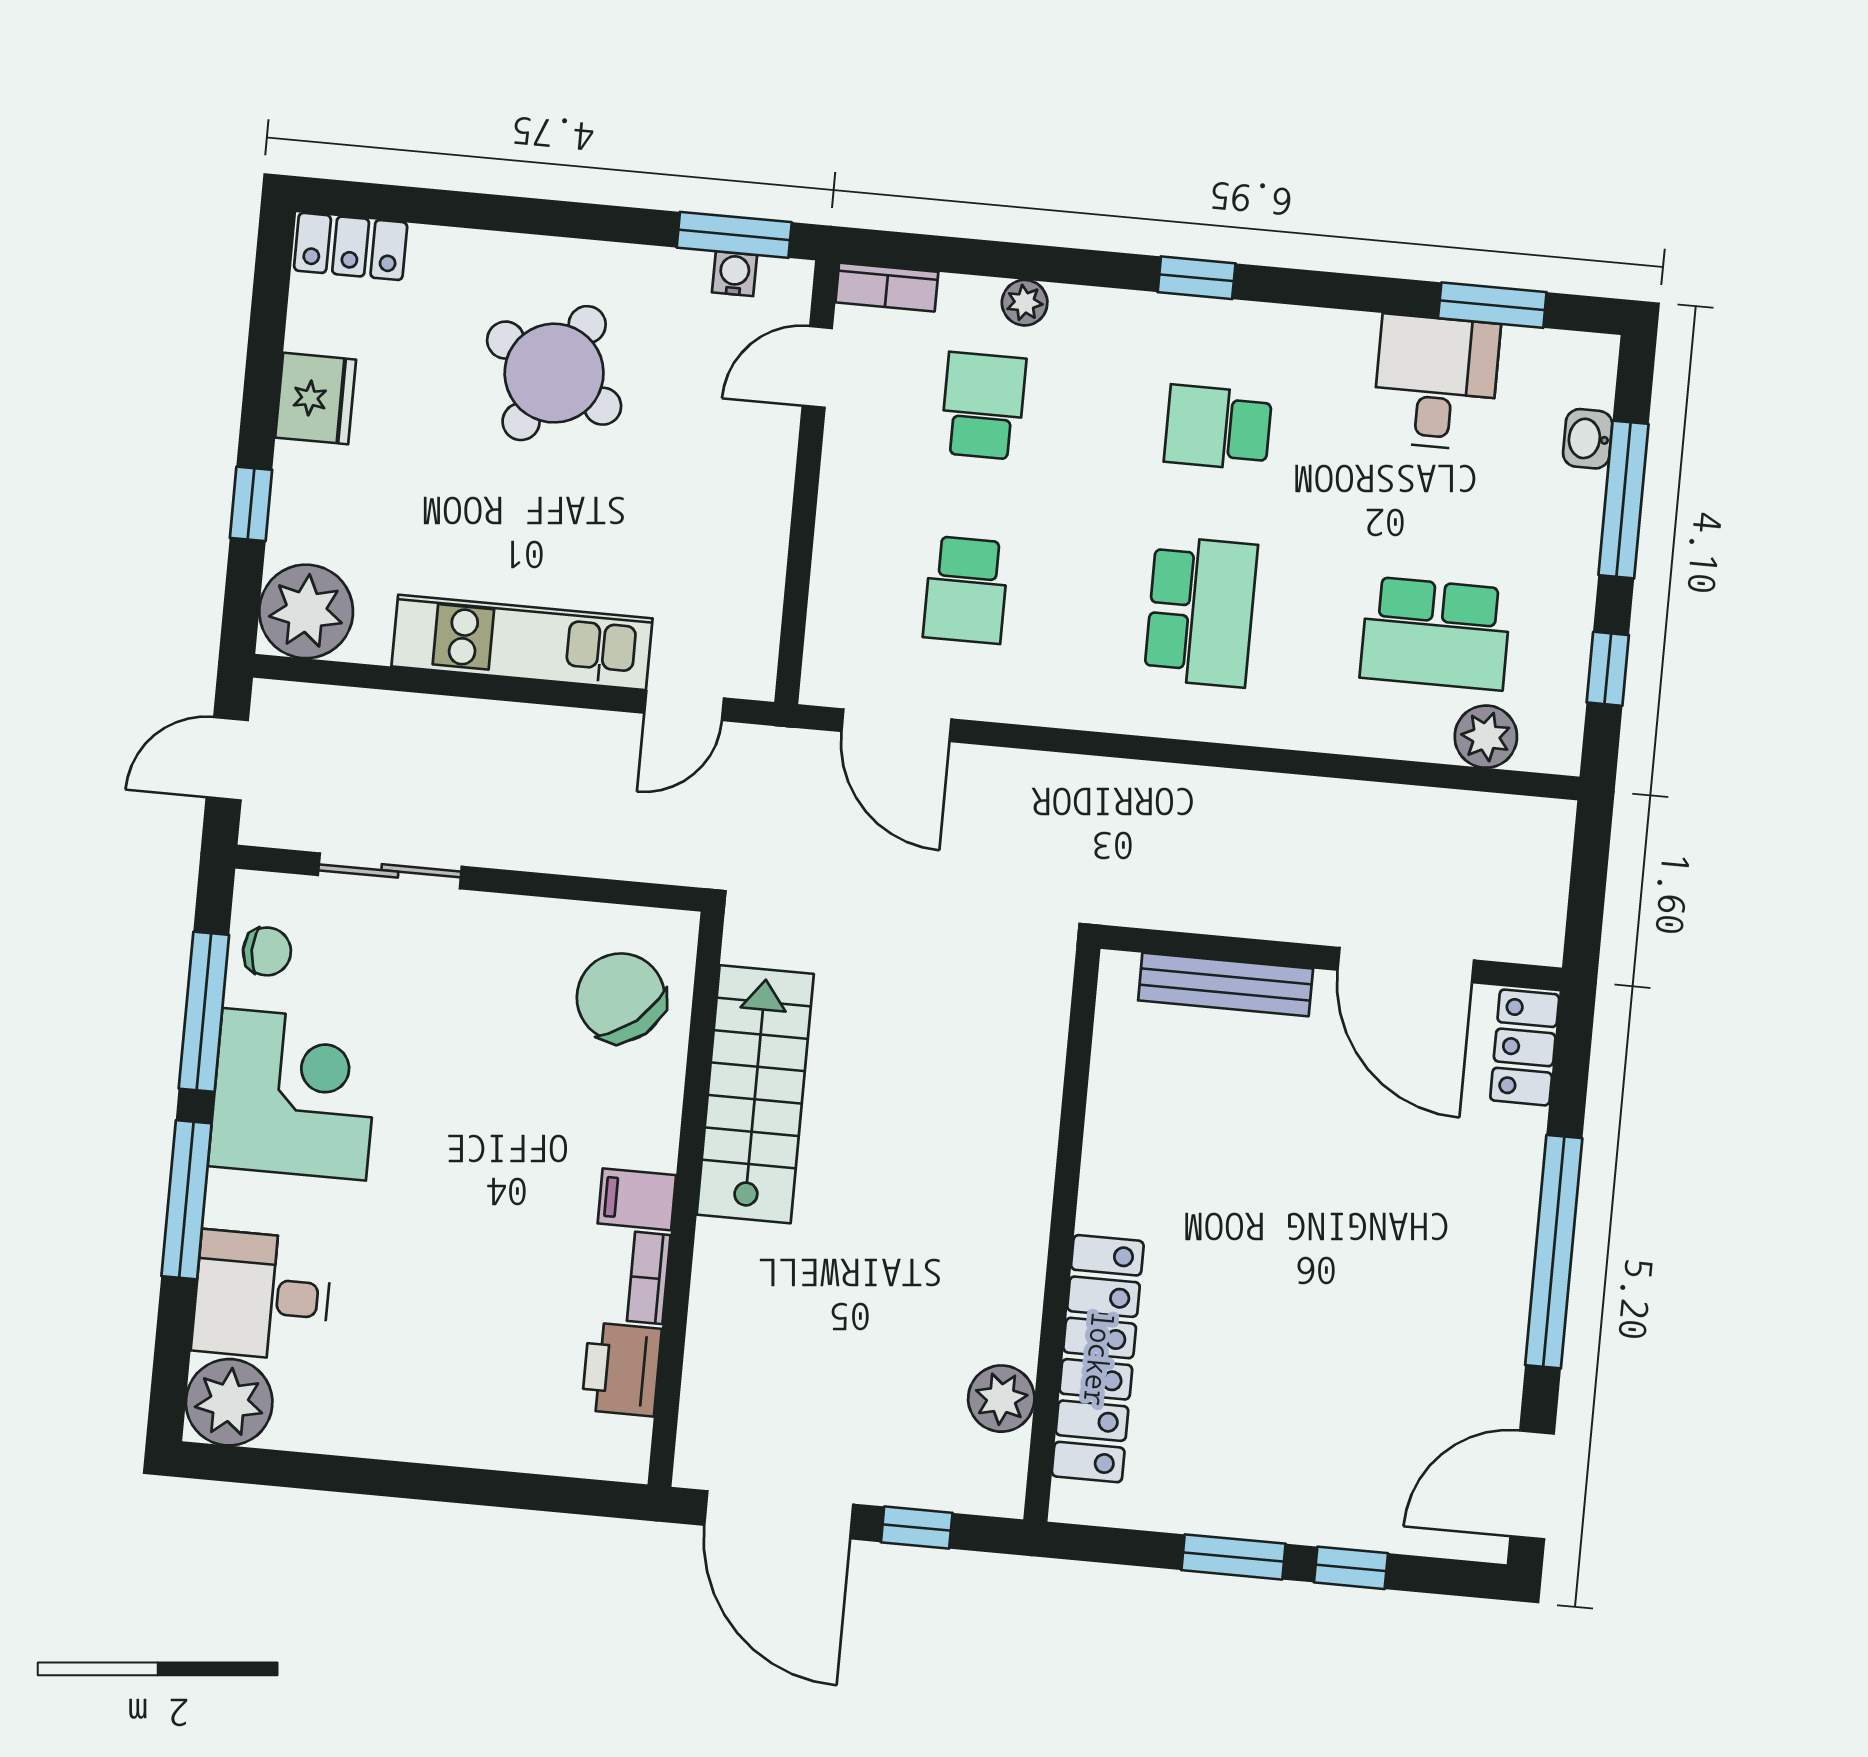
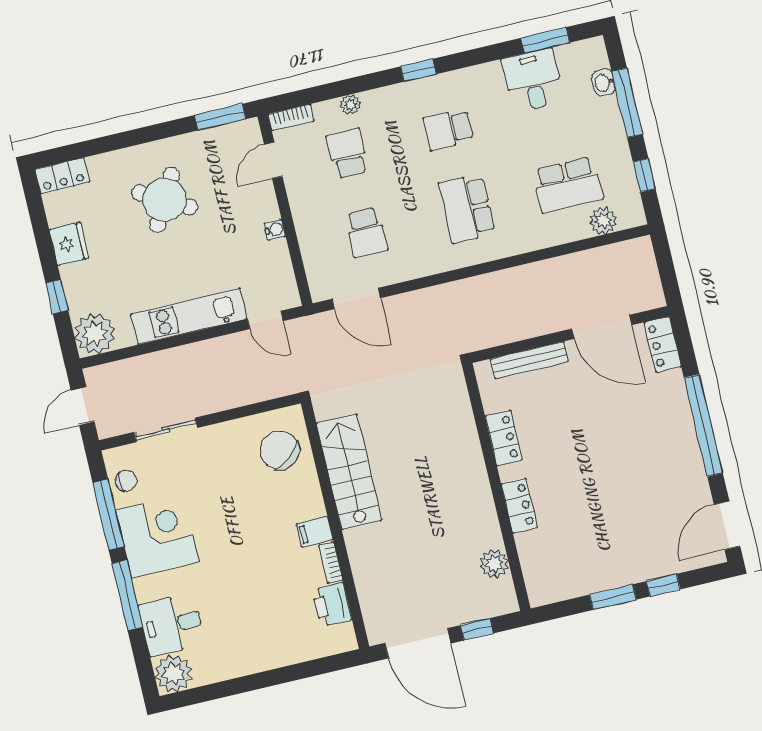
water cooler: (734, 274) -> (275, 230), moved, turned 90
school desk: (1201, 612) -> (467, 209), turned 180
door: (684, 706) -> (265, 320), hinge flipped
locker: (1113, 1134) -> (504, 438), added
locker: (1098, 1359) -> (519, 506), width x0.46, depth x0.83

